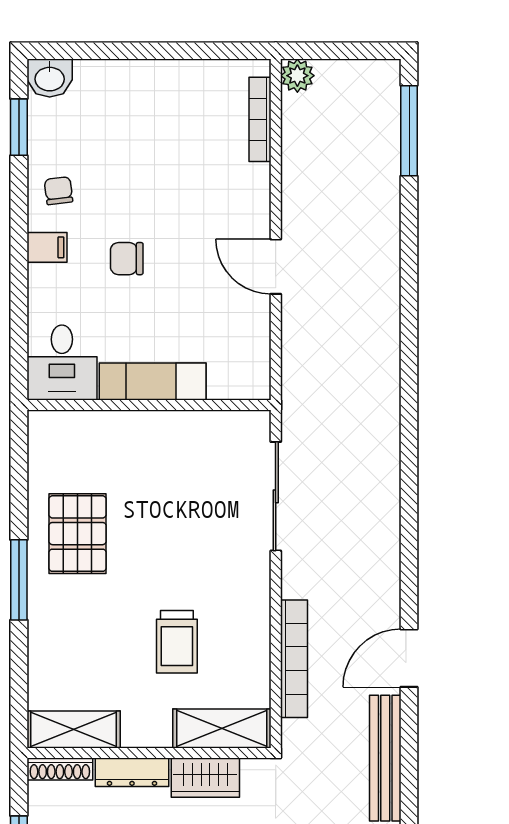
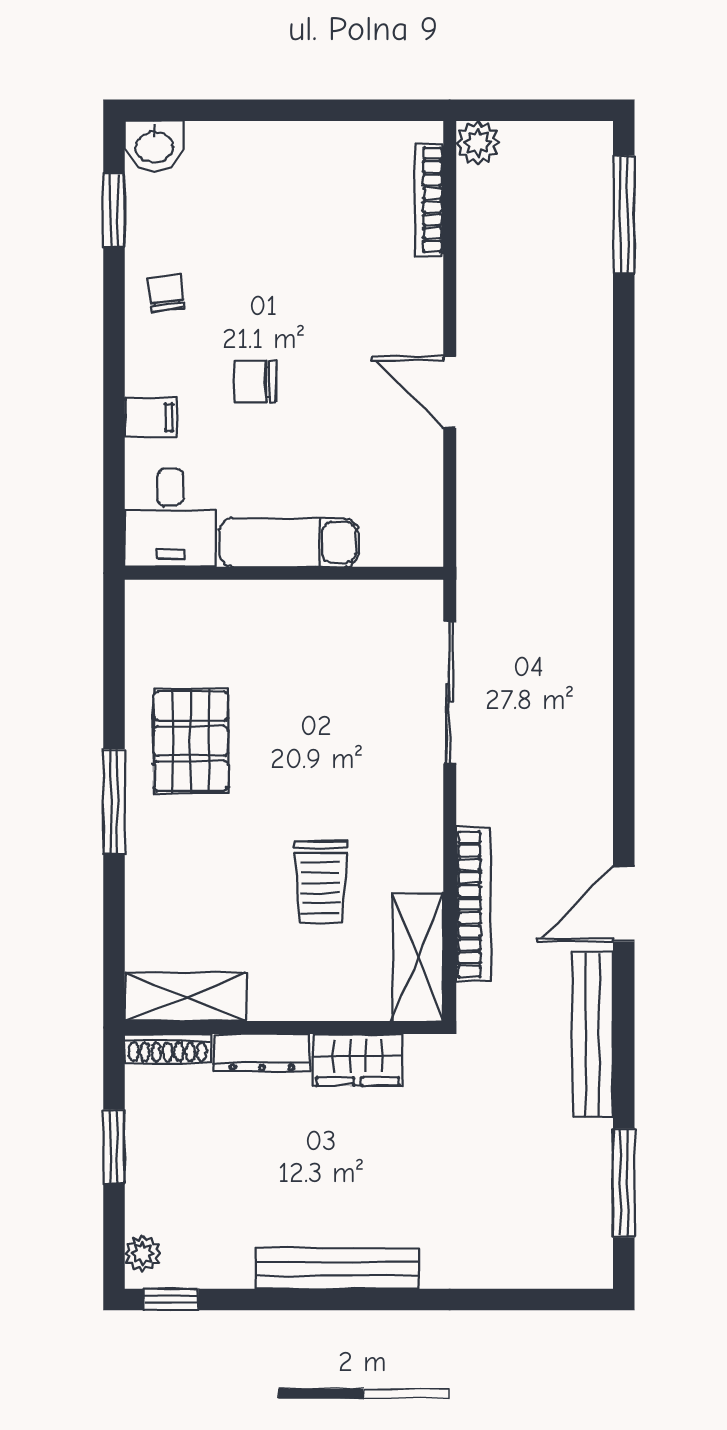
filing cabinet: (47, 247) -> (151, 417), moved
shelving: (222, 728) -> (418, 957), moved, turned 90

